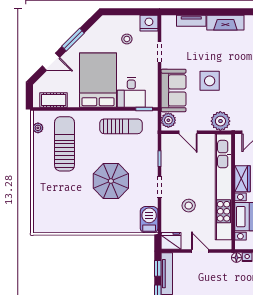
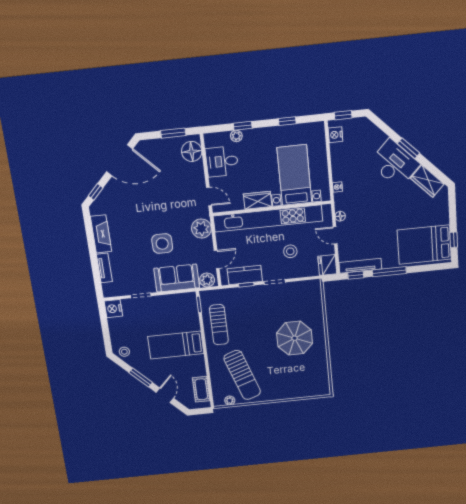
stool: (127, 39) -> (124, 352), moved
bed: (98, 80) -> (176, 345), width x0.67
desk: (131, 92) -> (184, 318), removed
sun lounger: (121, 126) -> (219, 325), turned 180
sun lounger: (65, 144) -> (242, 375), turned -109
kitchen counter: (169, 158) -> (245, 275), added
parasol: (111, 181) -> (295, 338), moved
barbecue: (149, 220) -> (308, 288), removed
door: (200, 251) -> (335, 235), hinge flipped
floor lamp: (236, 258) -> (340, 216), moved

